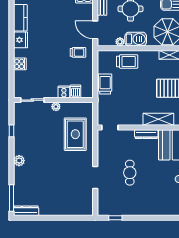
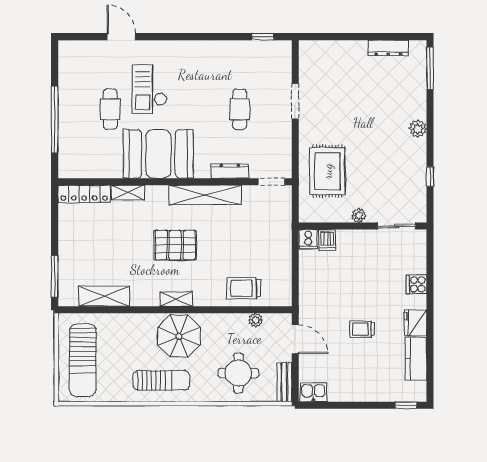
barbecue: (136, 39) -> (230, 324), removed
trolley: (78, 52) -> (362, 329), moved
trolley: (105, 84) -> (279, 252), removed
cooker: (64, 92) -> (308, 239), moved
shelving: (158, 119) -> (205, 195), width x1.47
dresser: (146, 134) -> (230, 171), moved
dresser: (26, 211) -> (388, 48), moved

